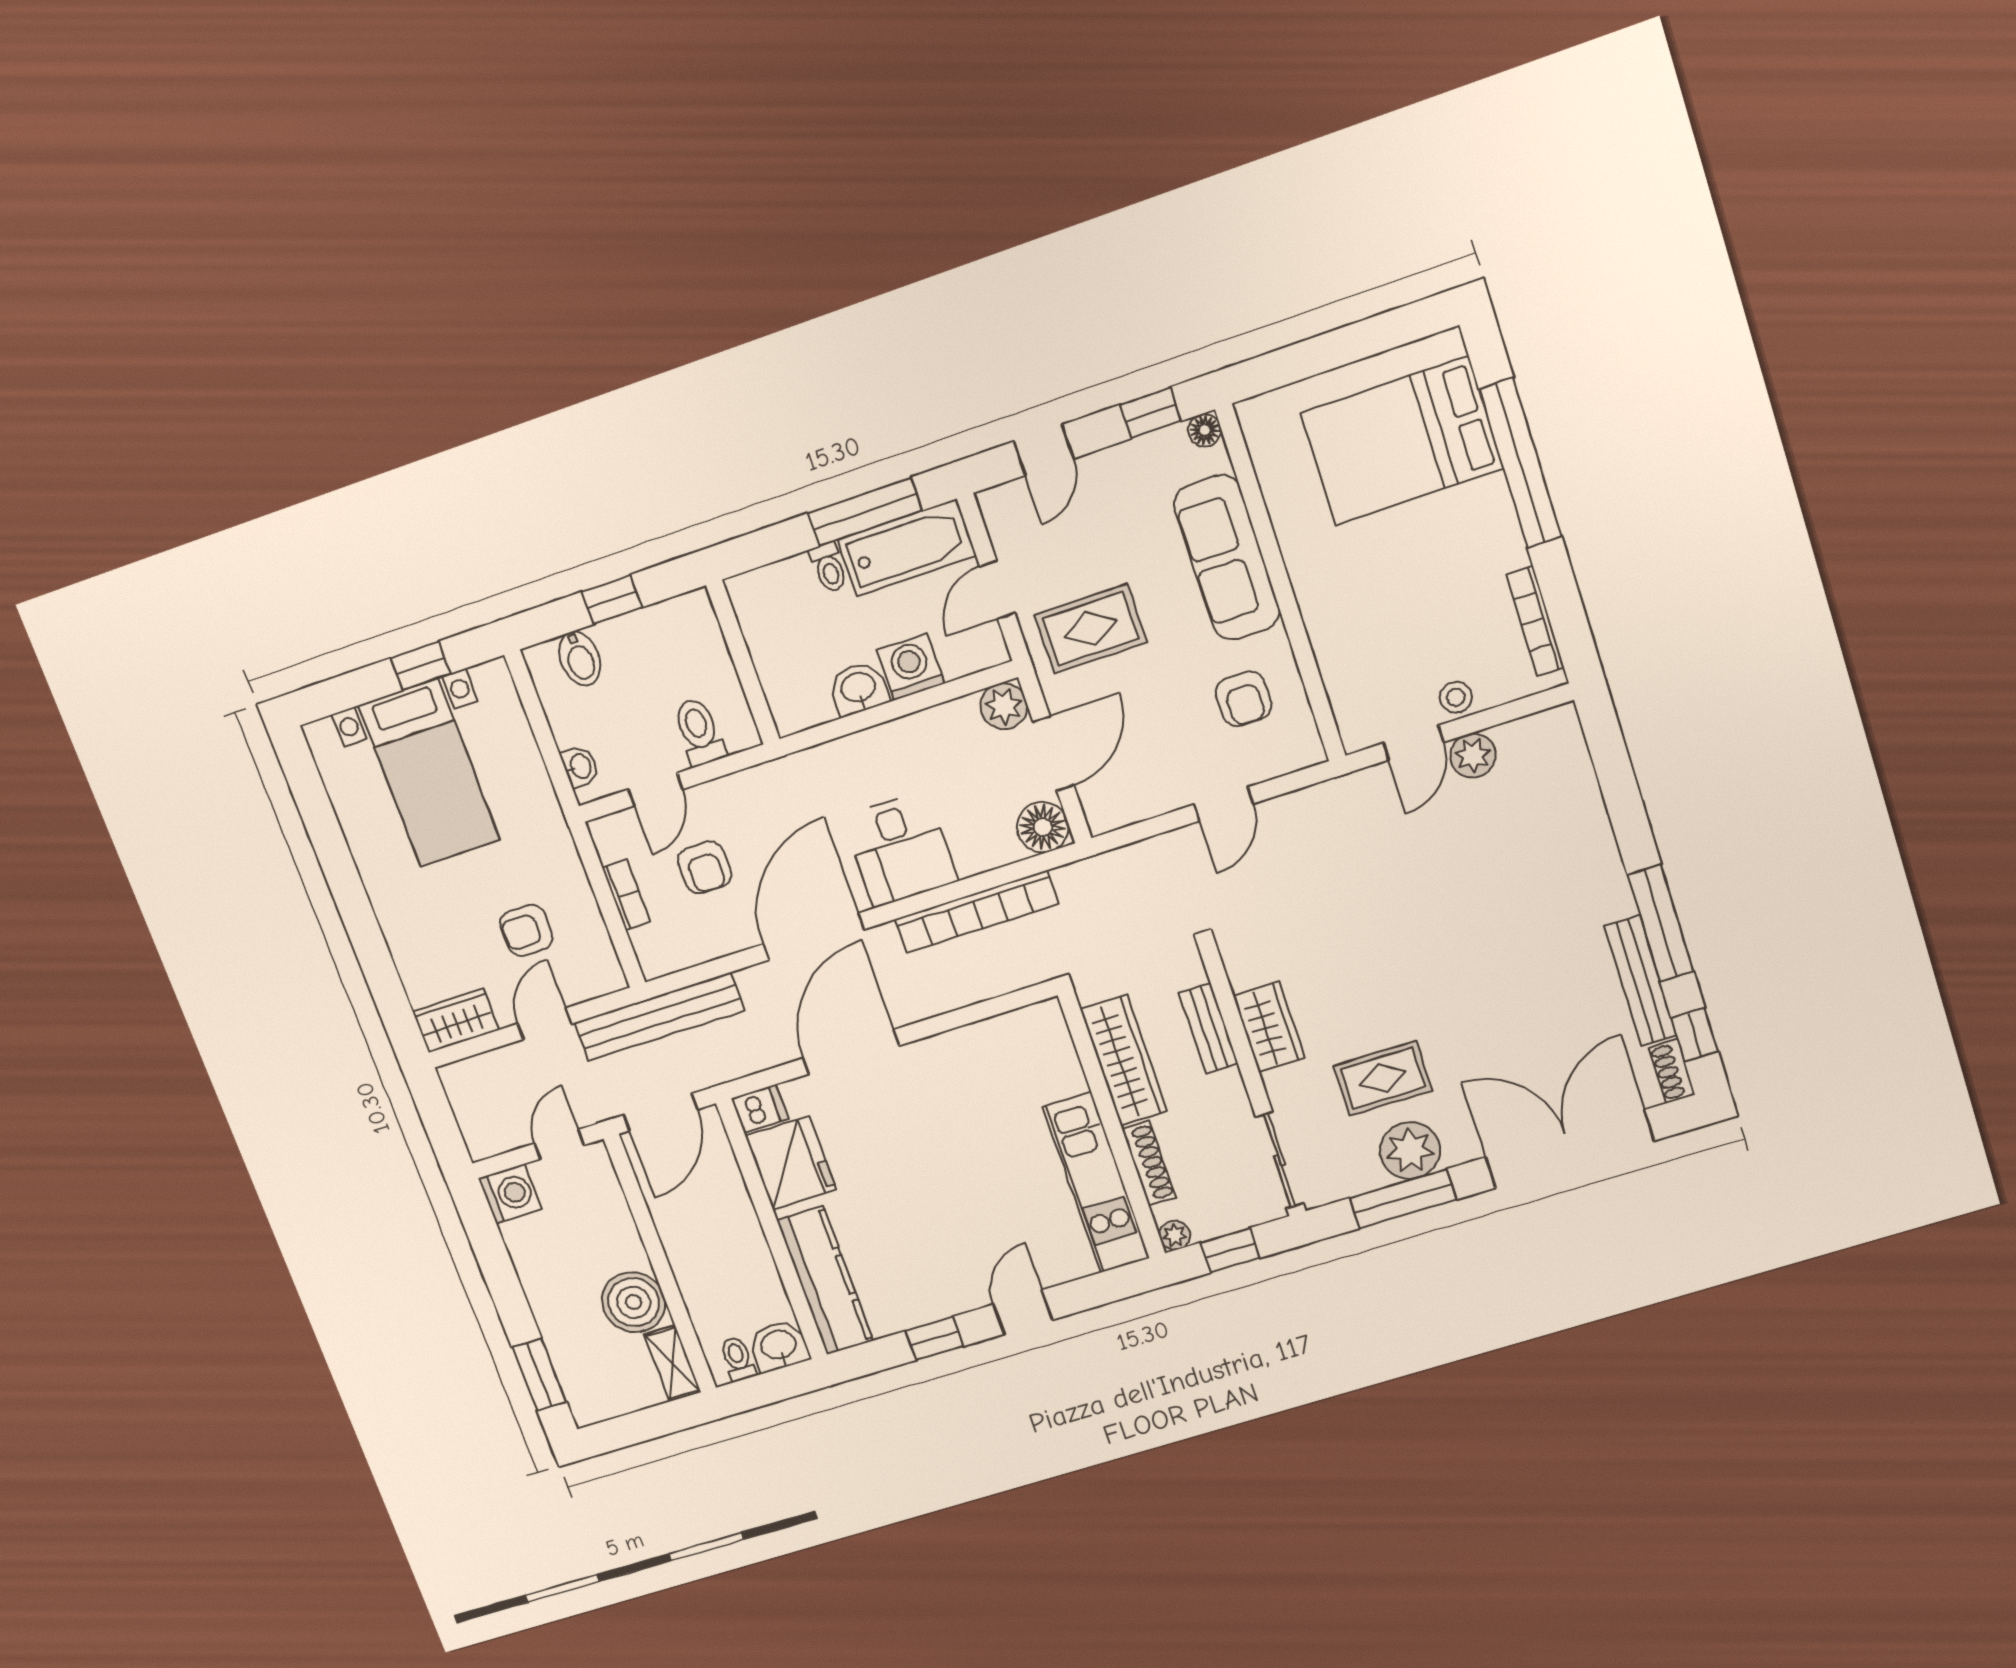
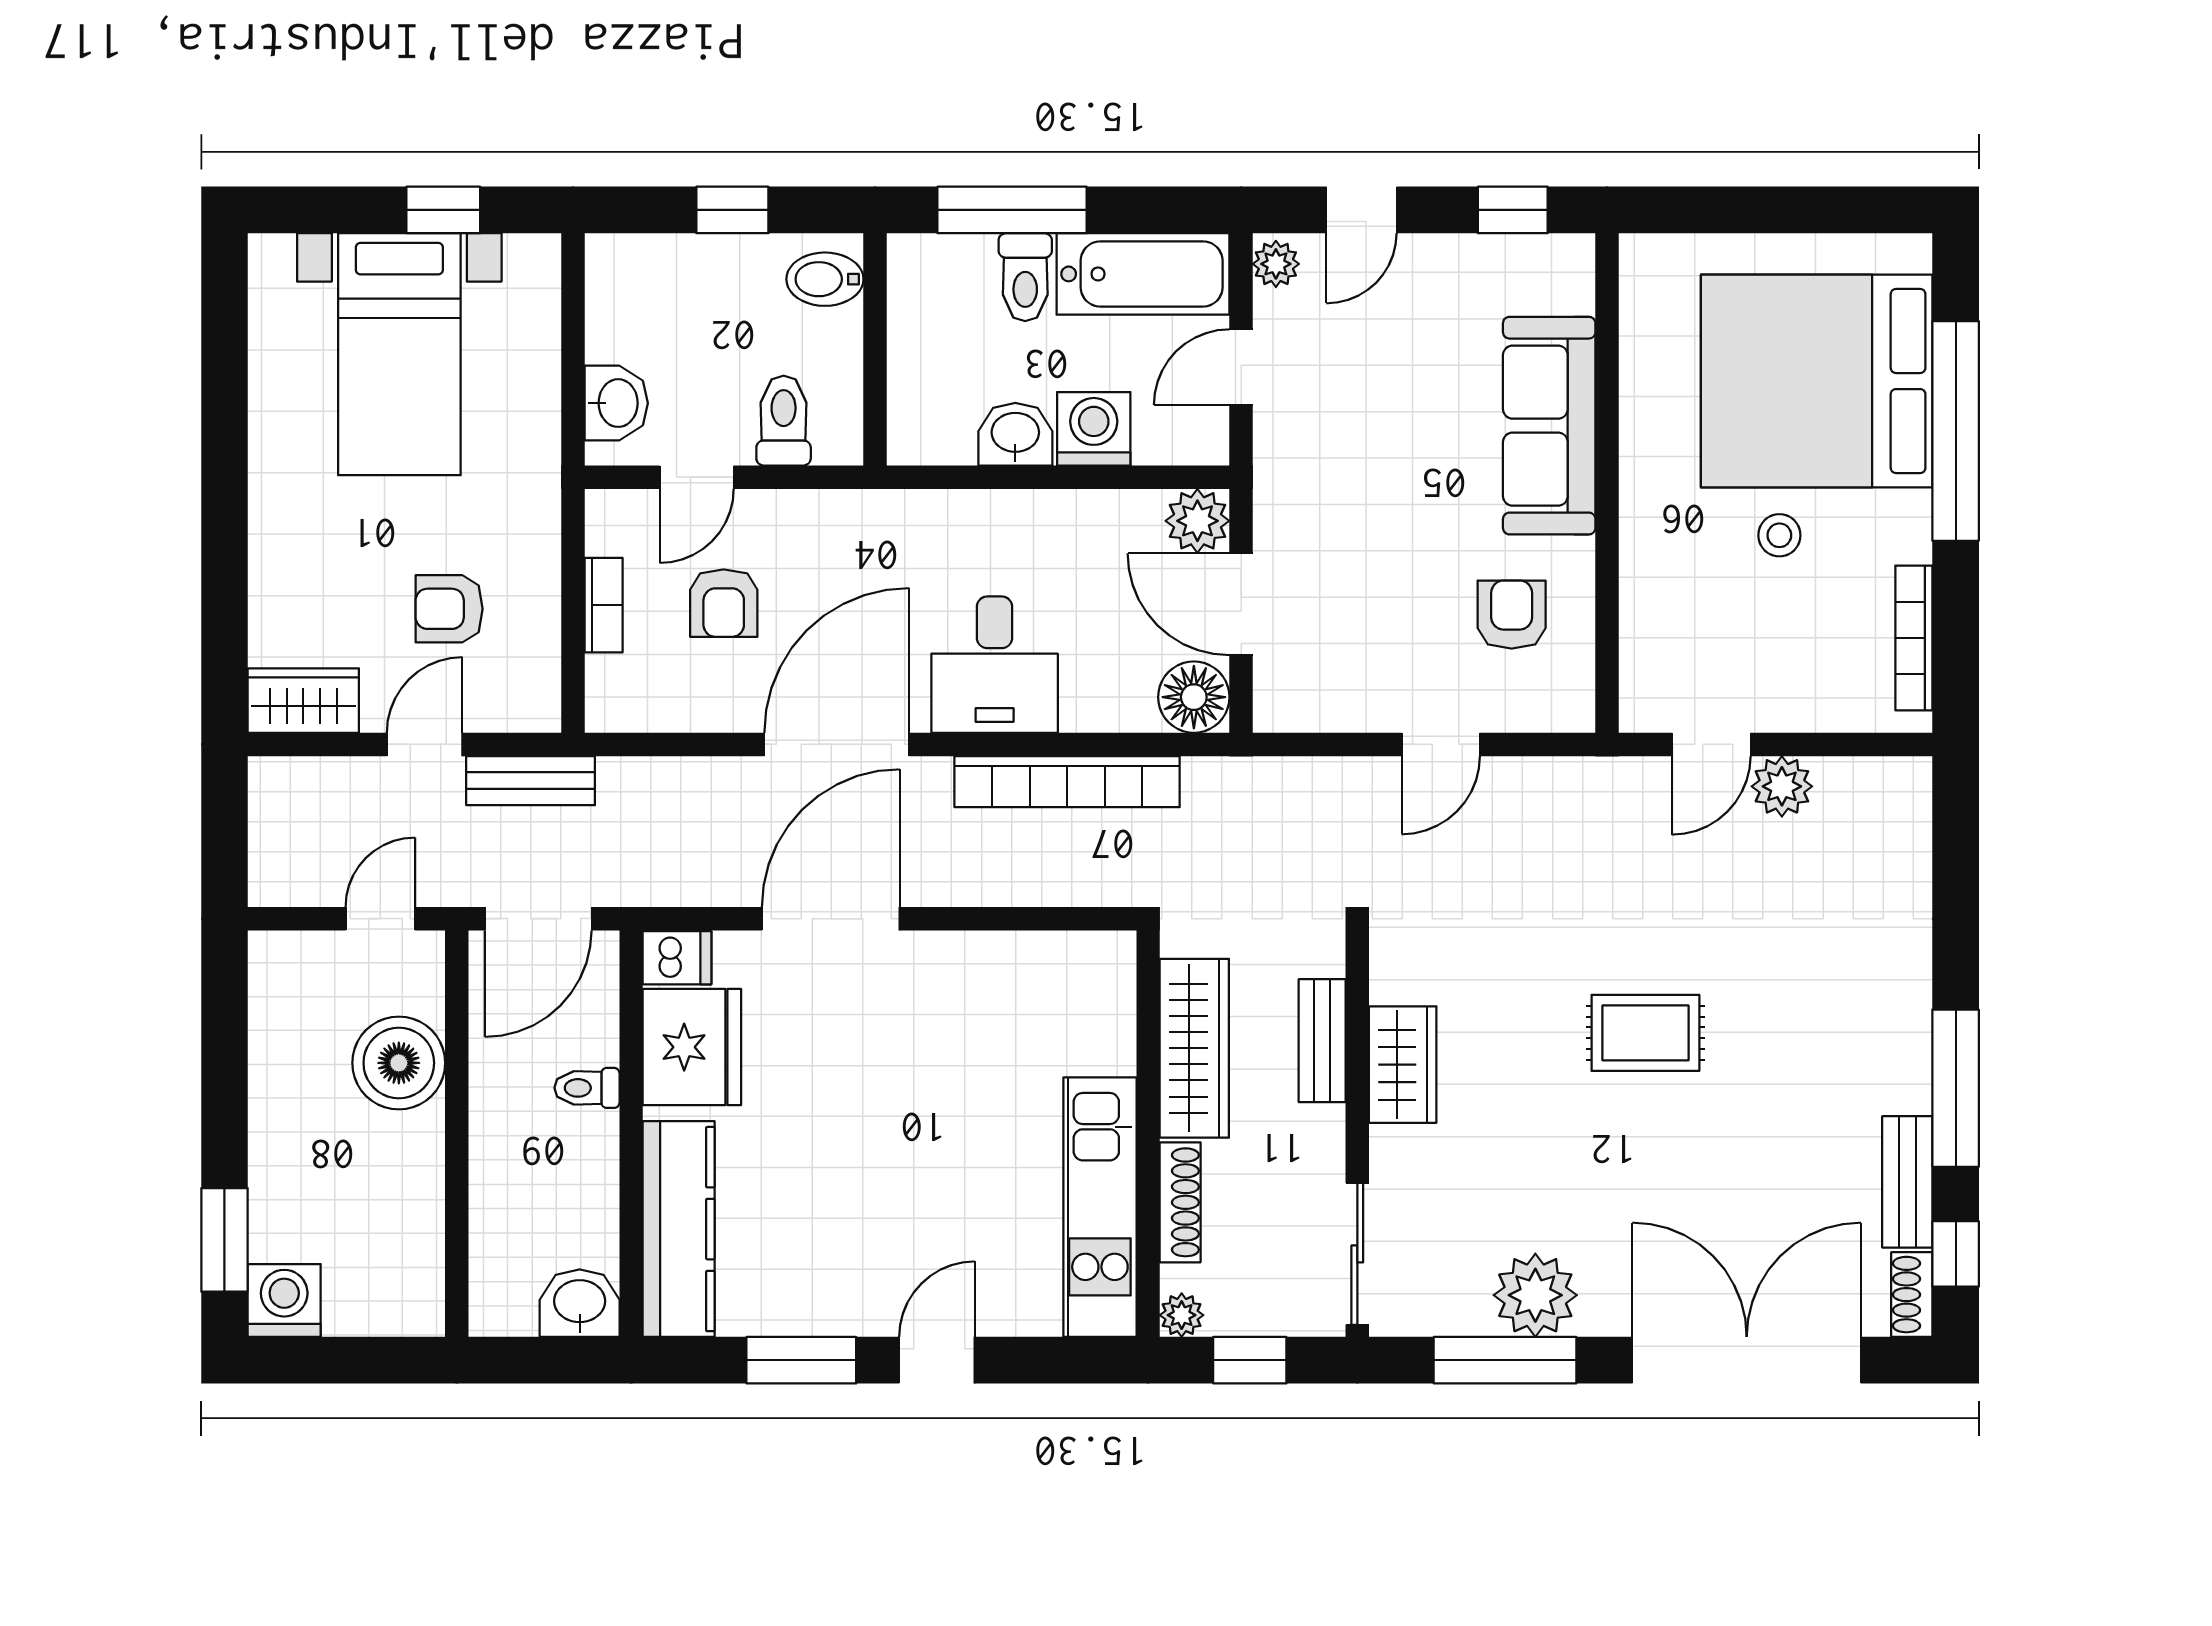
floor lamp: (1205, 430) -> (1574, 255), removed
bed: (1402, 441) -> (1817, 381), width x1.36
plant: (997, 509) -> (1276, 264), added
window: (865, 512) -> (1012, 210), moved
toilet: (829, 567) -> (1025, 277), width x1.37, depth x1.39
rug: (1091, 629) -> (1344, 458), removed
bidet: (580, 658) -> (825, 279), moved, turned 90
stool: (1456, 697) -> (1779, 535), moved
armchair: (1244, 699) -> (1512, 615), turned 180
door: (1053, 753) -> (1241, 604), swing flipped
washbasin: (580, 767) -> (616, 403), width x1.38, depth x1.45
bench: (1641, 981) -> (1907, 1182), width x0.73
bench: (659, 1017) -> (531, 781), width x0.54, depth x0.82
rug: (1383, 1078) -> (1645, 1033), moved
washing machine: (510, 1194) -> (284, 1300), moved, turned -90
boiler: (634, 1302) -> (399, 1063), moved
window: (935, 1338) -> (801, 1360), width x1.50
toilet: (738, 1359) -> (587, 1088), moved, turned -90
shelving: (673, 1363) -> (421, 1282), removed

